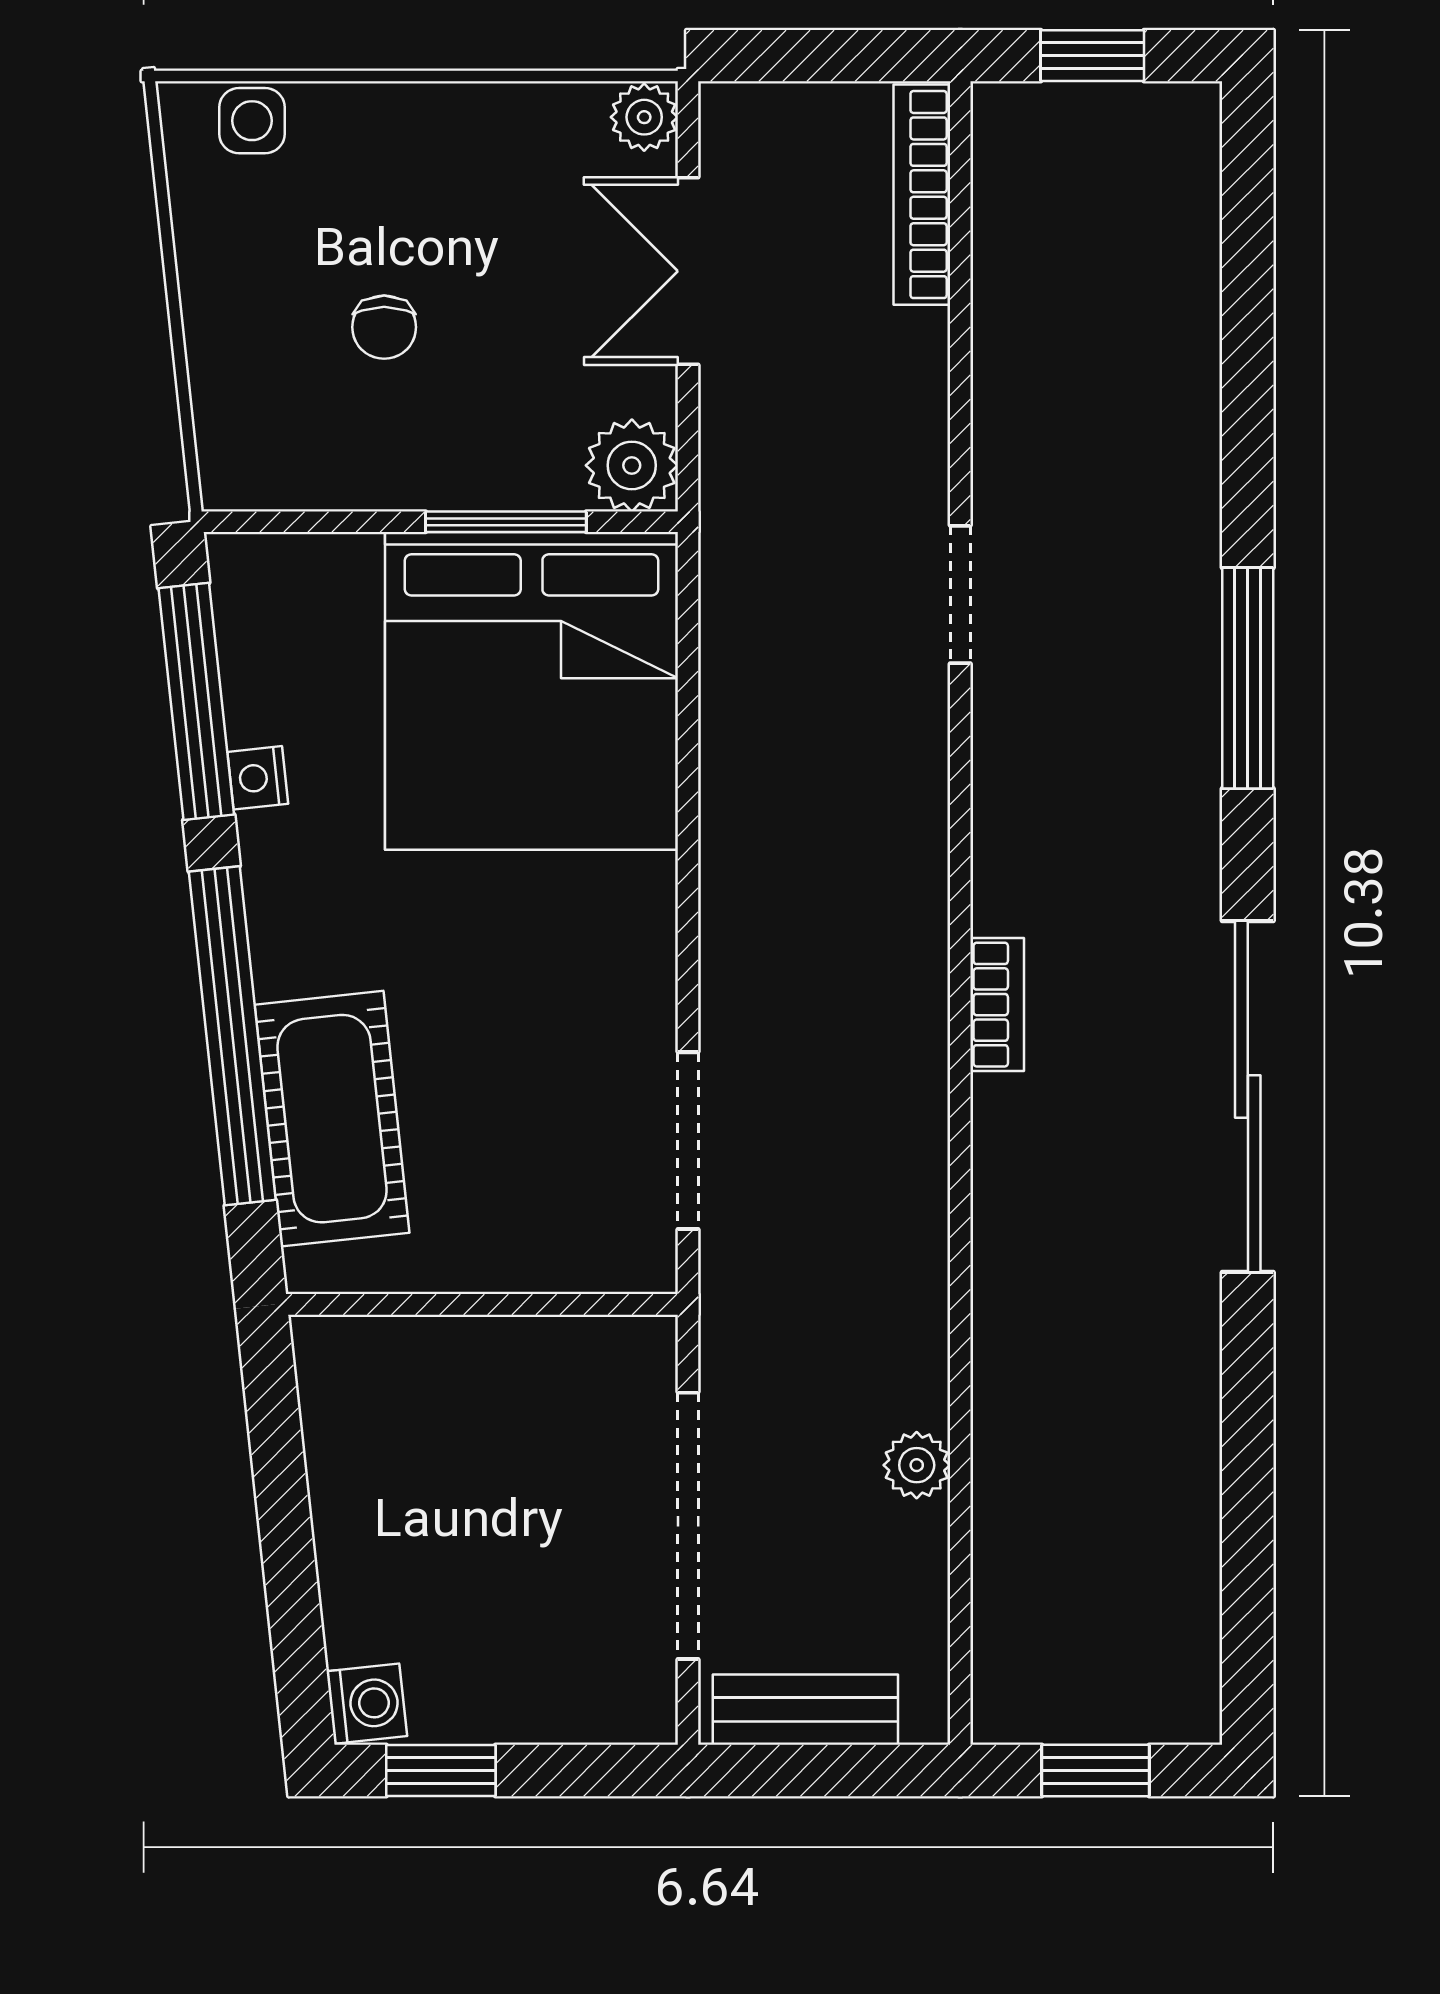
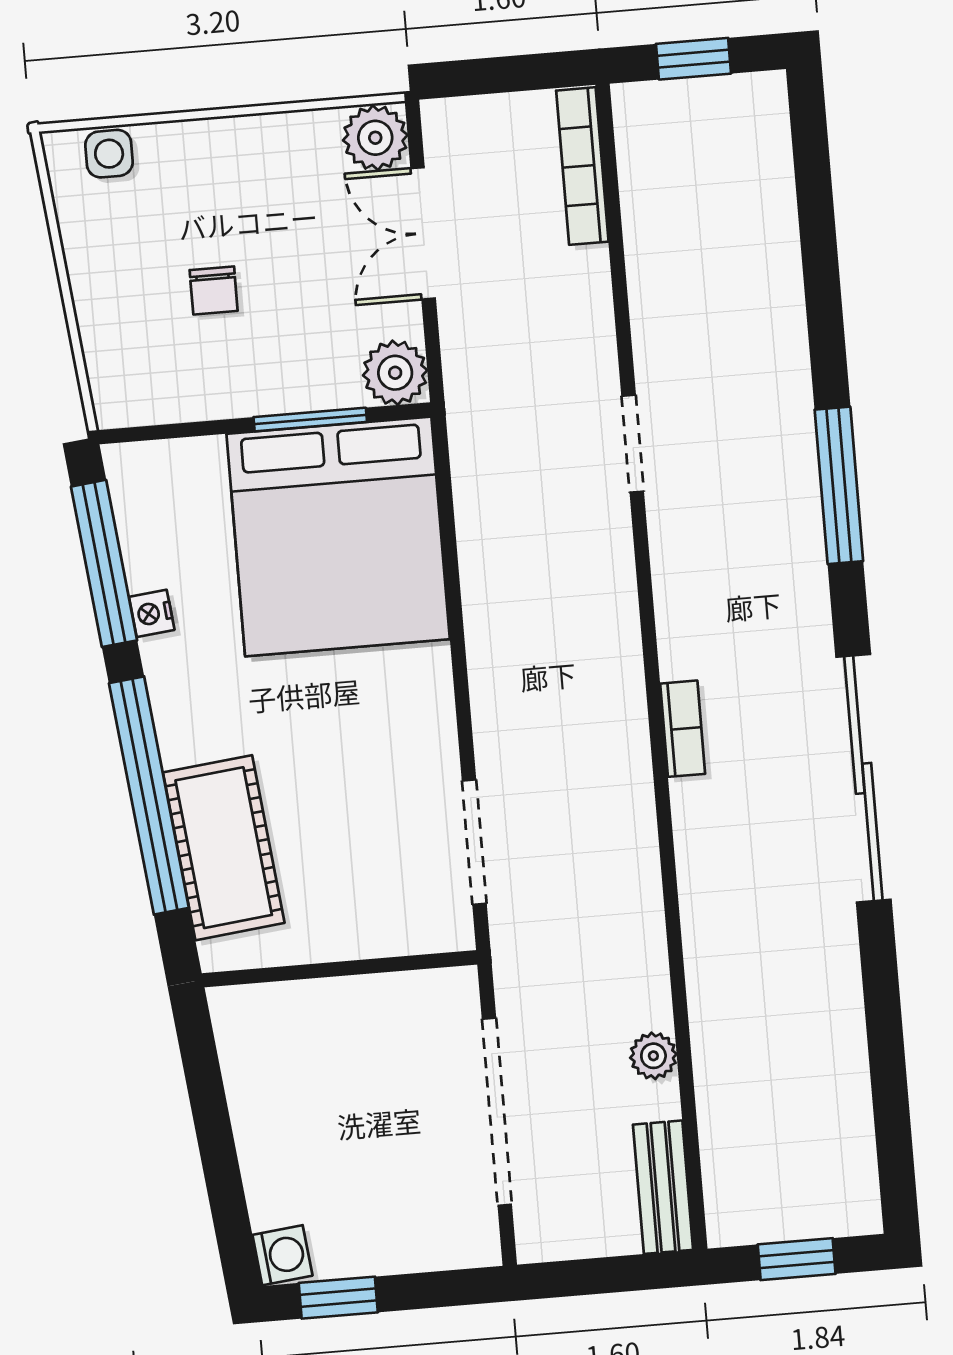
plant: (644, 117) -> (375, 138), width x1.38, depth x1.38
bench: (805, 1710) -> (663, 1187), moved, turned 90

